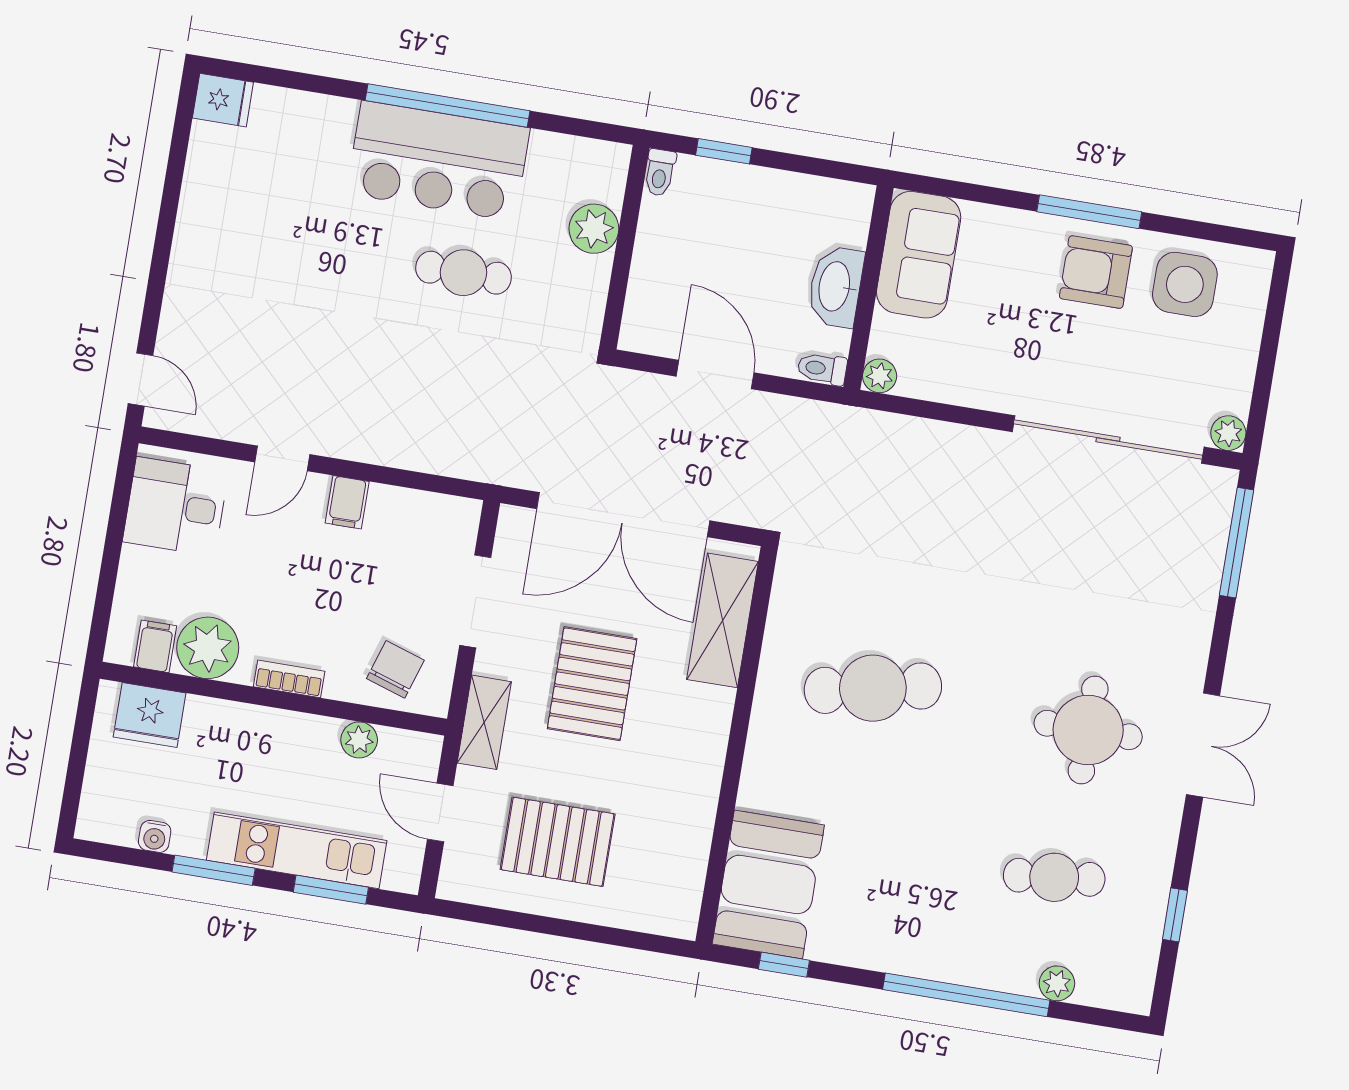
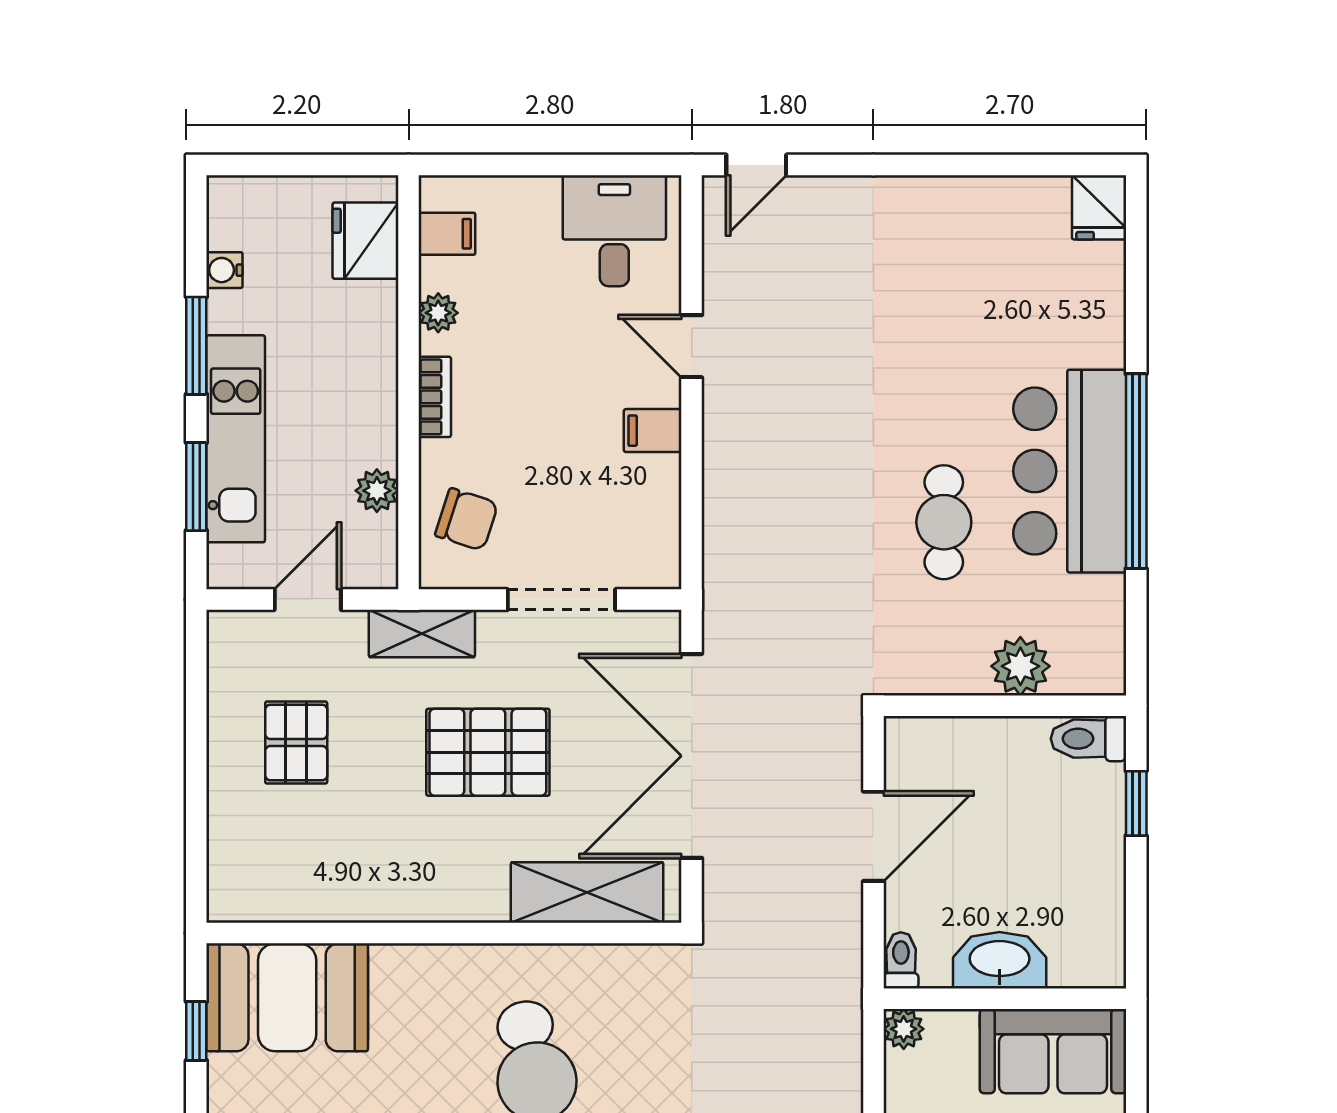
toilet: (660, 172) -> (1089, 739), width x1.37, depth x1.39
plant: (208, 648) -> (438, 313), width x0.53, depth x0.53
pallet: (558, 842) -> (296, 743), width x0.67, depth x0.71

